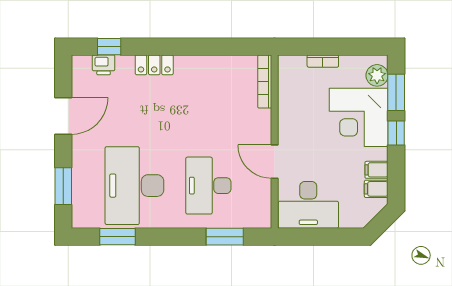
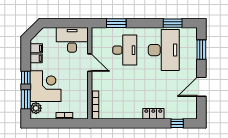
printer: (104, 65) -> (180, 114), removed

